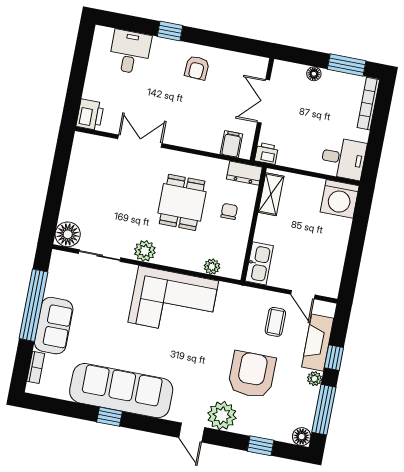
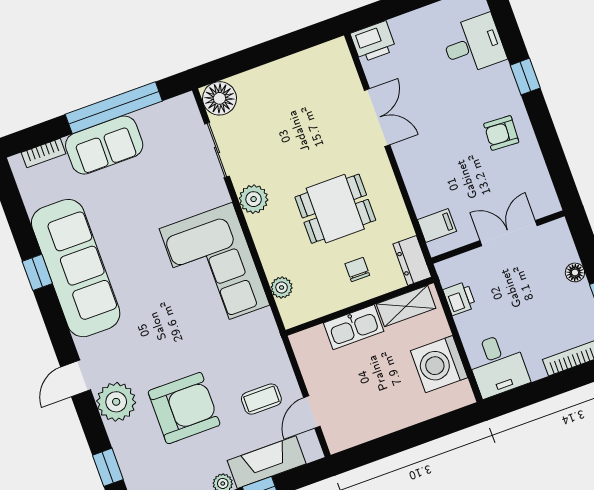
printer: (266, 153) -> (459, 298), moved
washing machine: (340, 199) -> (439, 364), moved
chair: (229, 211) -> (357, 269), turned -90
kitchen sink: (259, 263) -> (354, 327), moved

